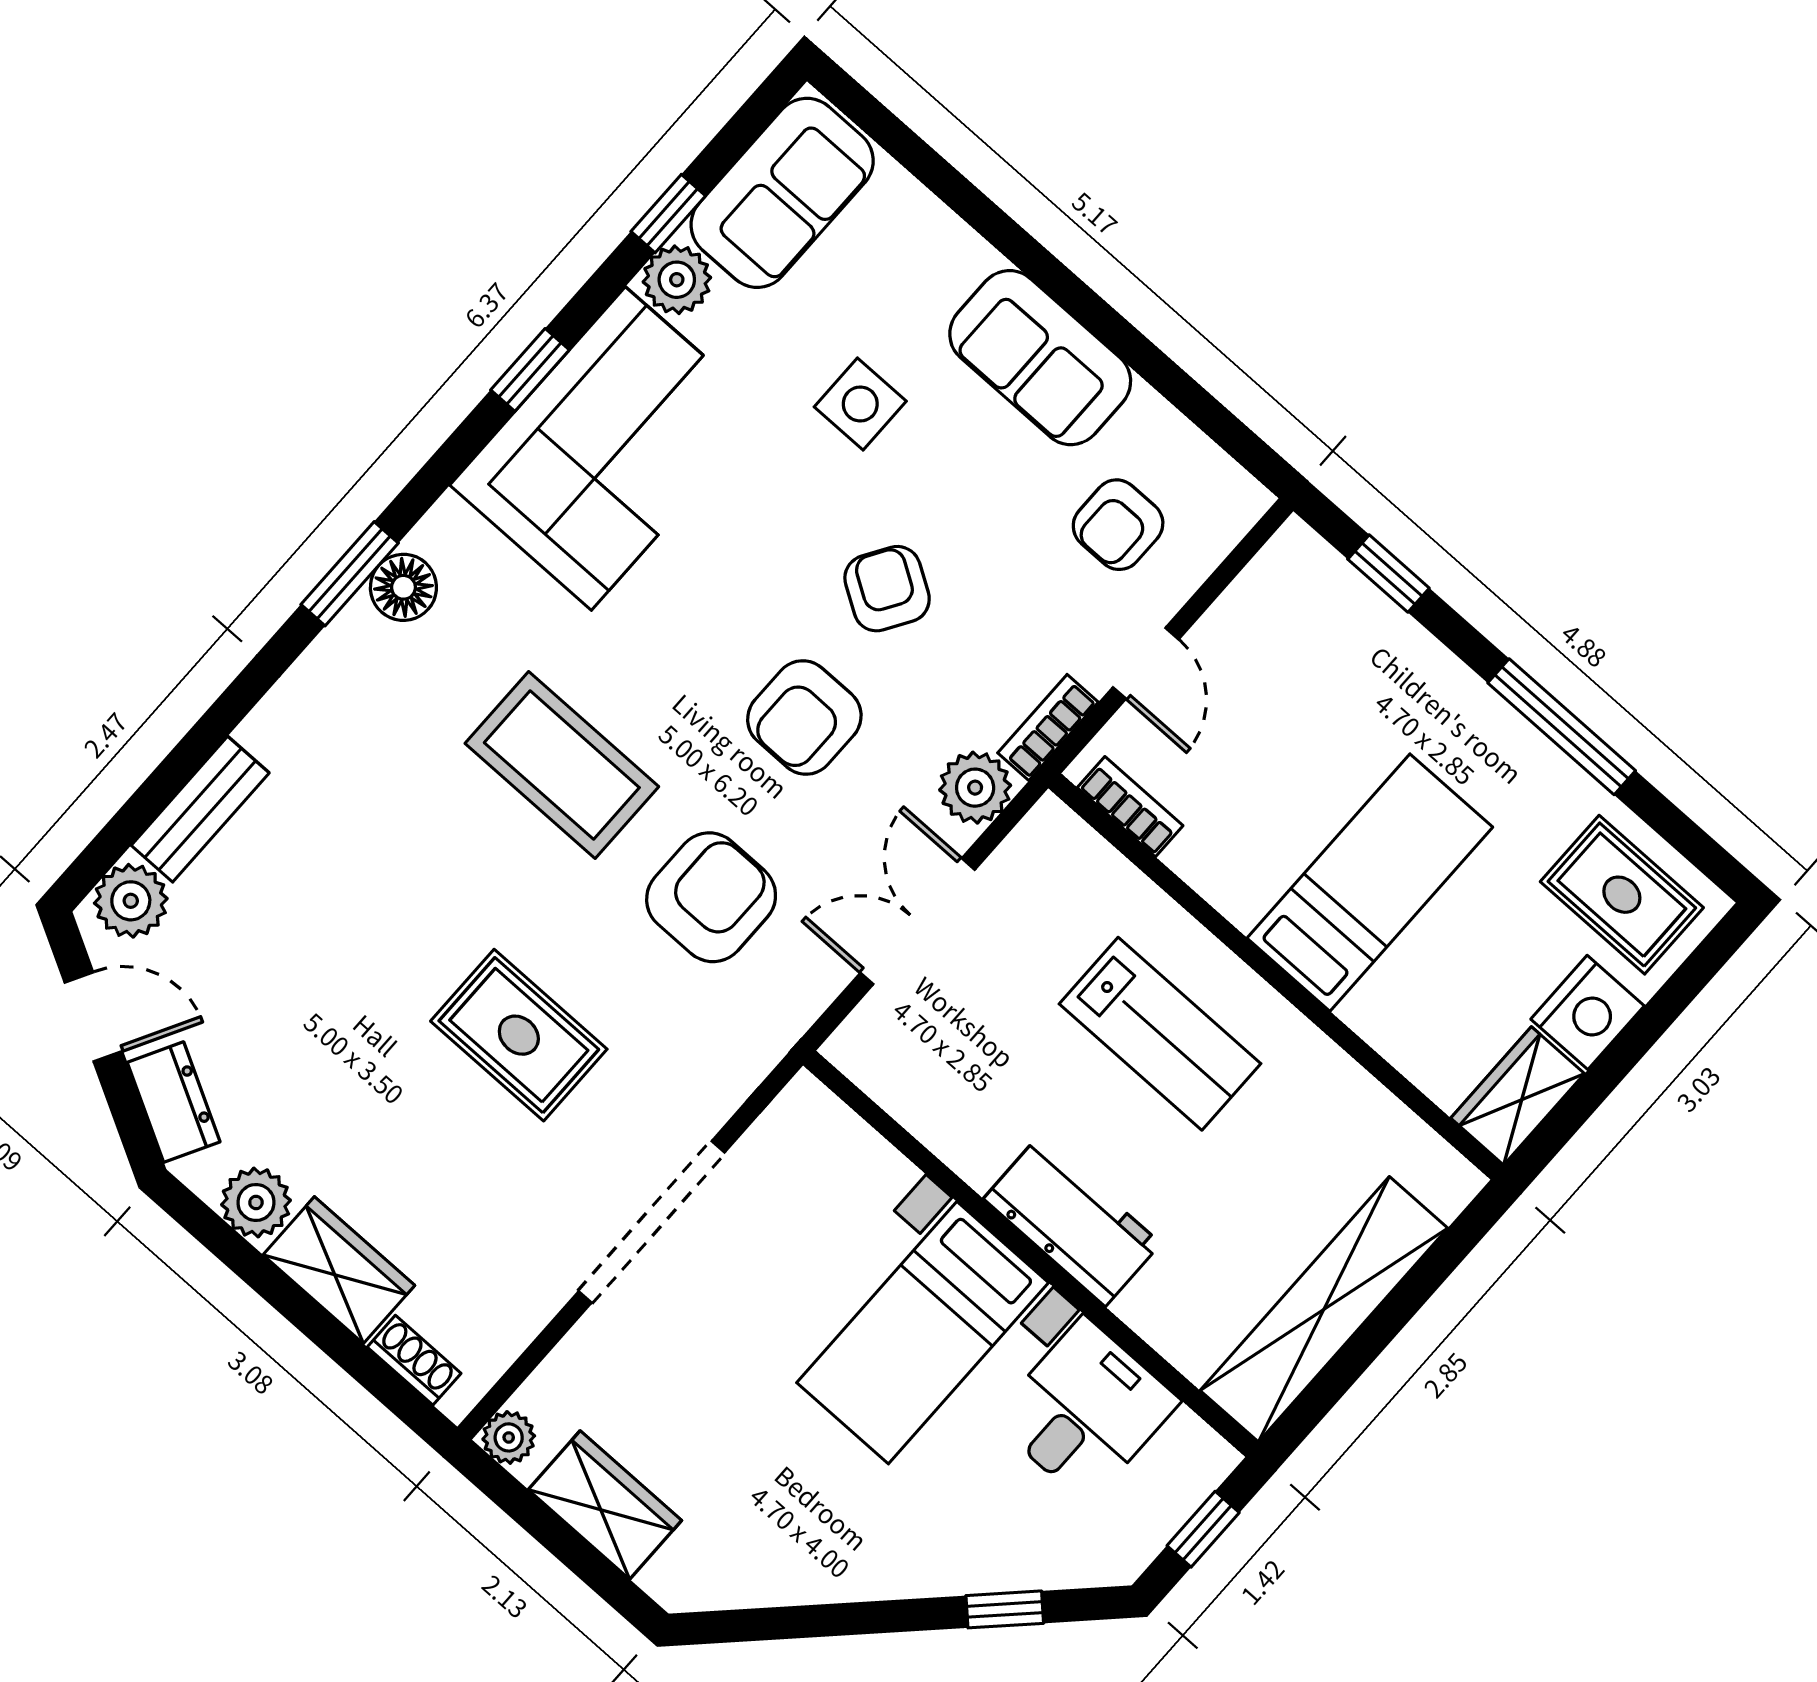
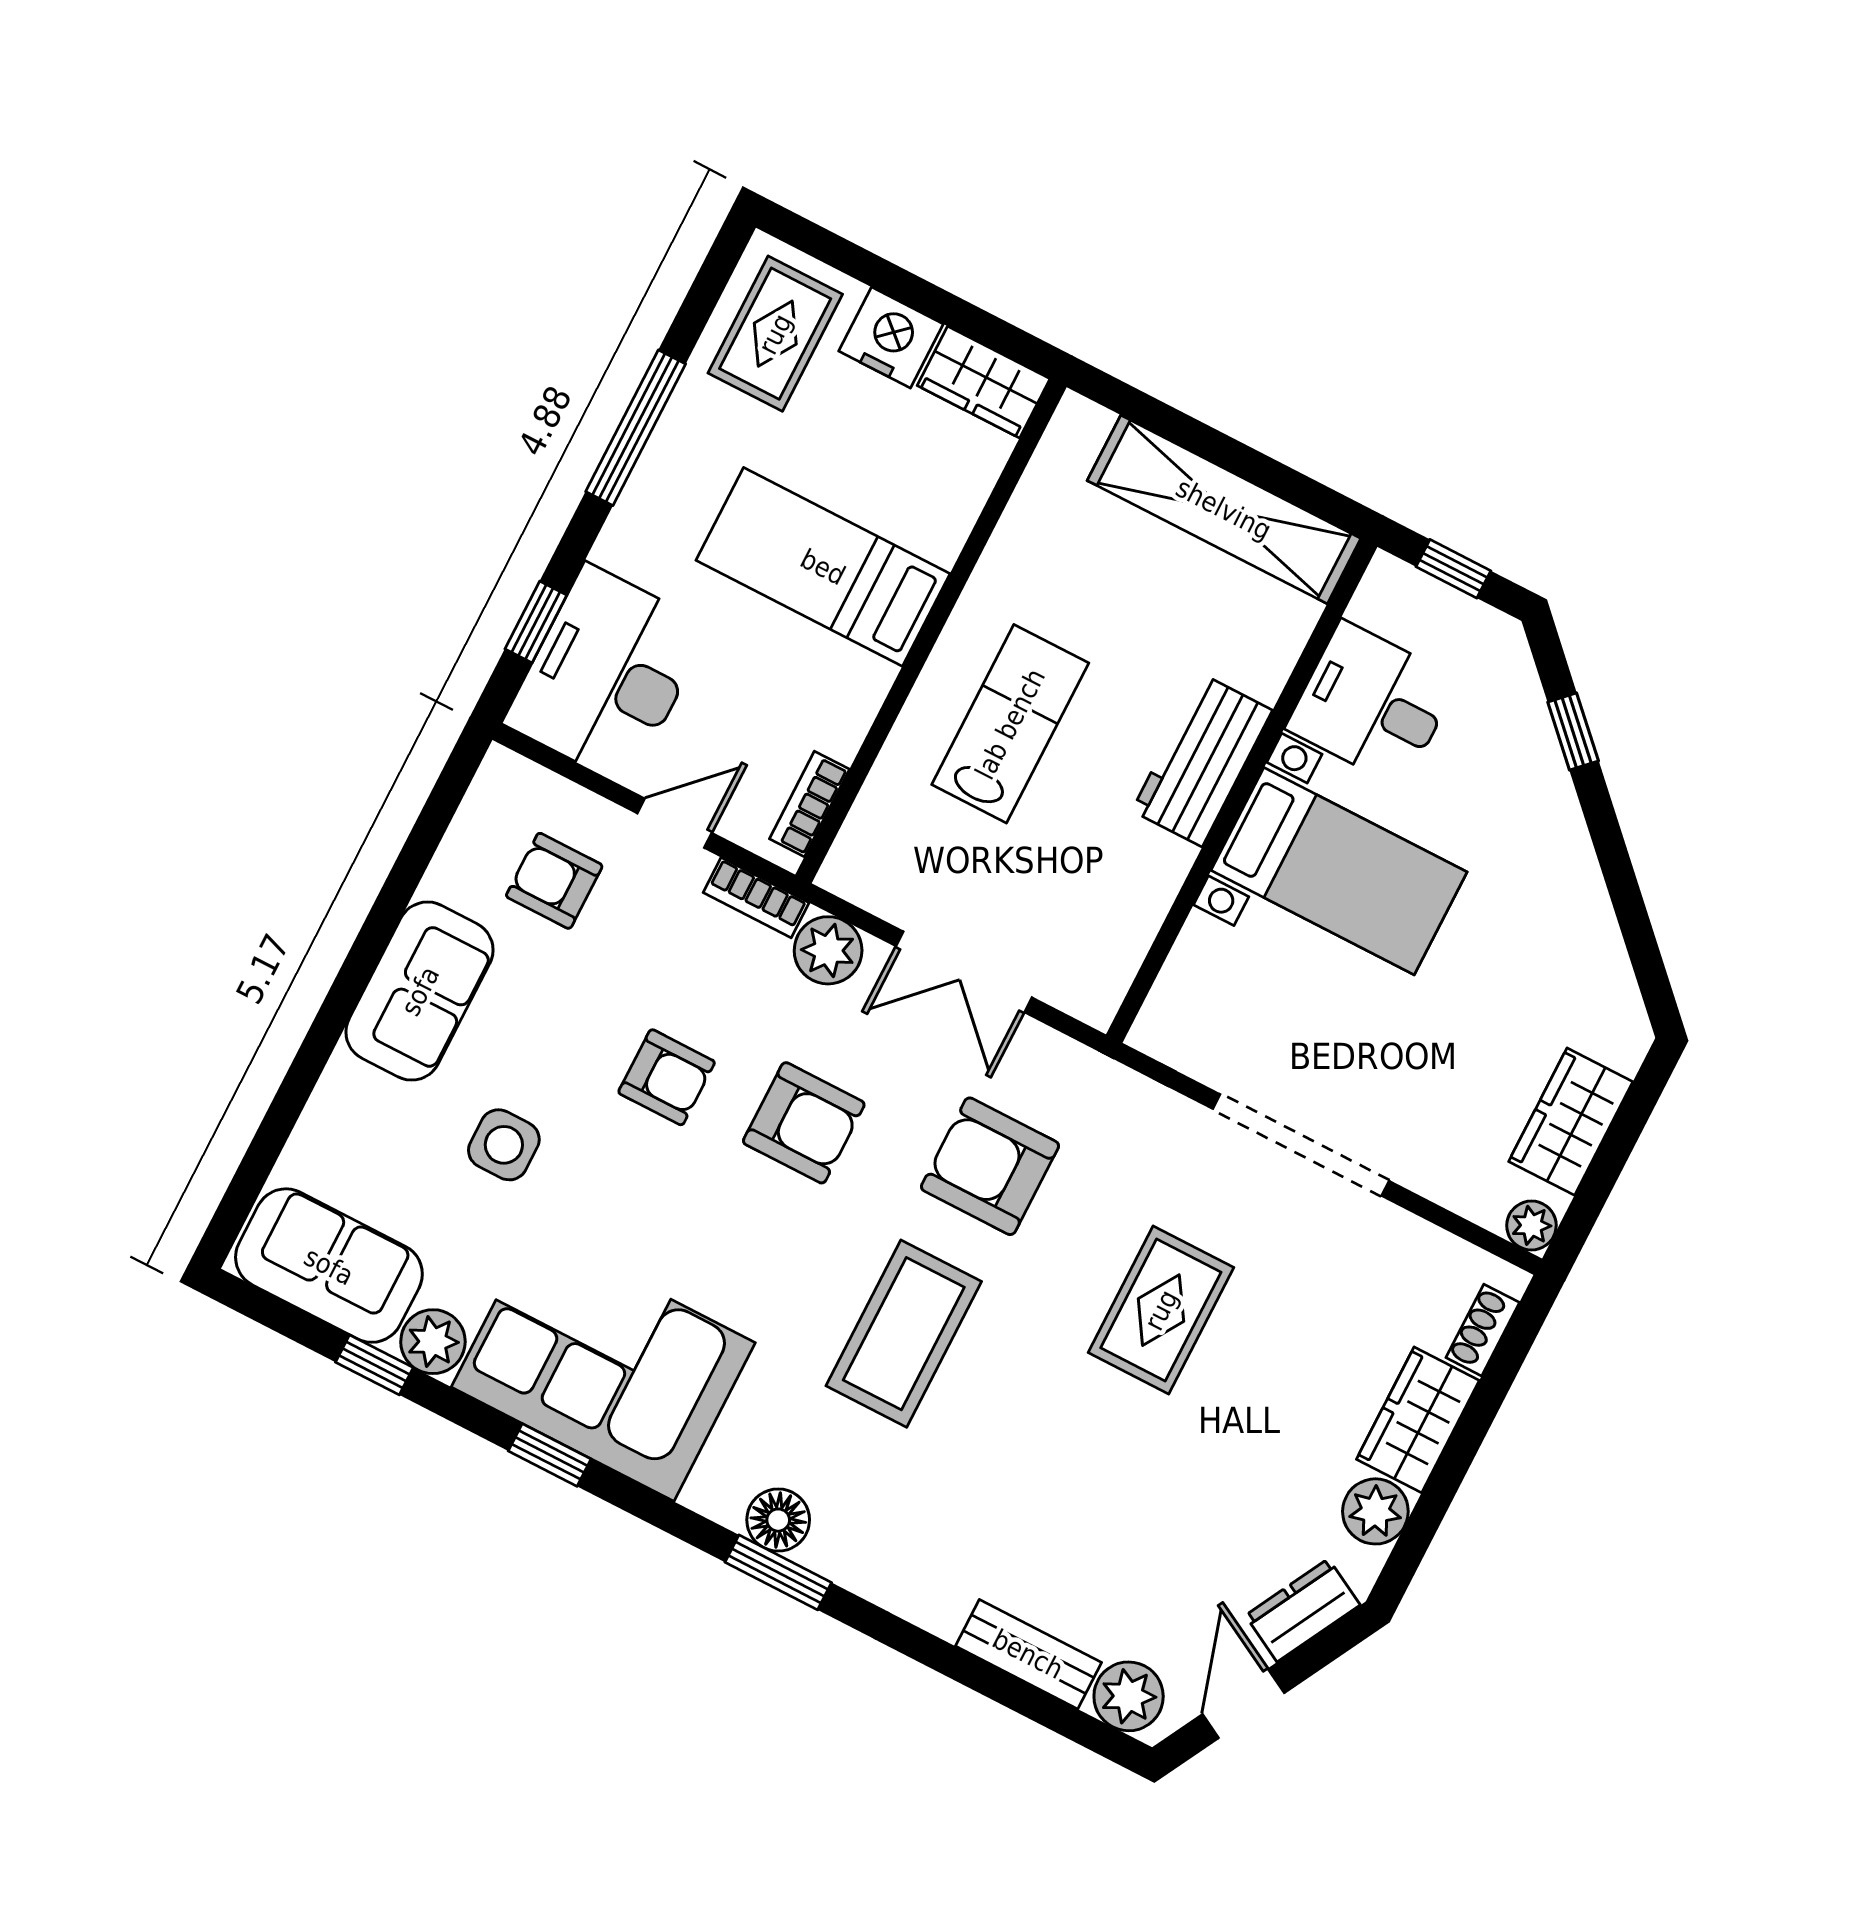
armchair: (1118, 525) -> (554, 881), turned 180
armchair: (887, 589) -> (667, 1077), turned -122
desk: (1316, 633) -> (607, 675), added

